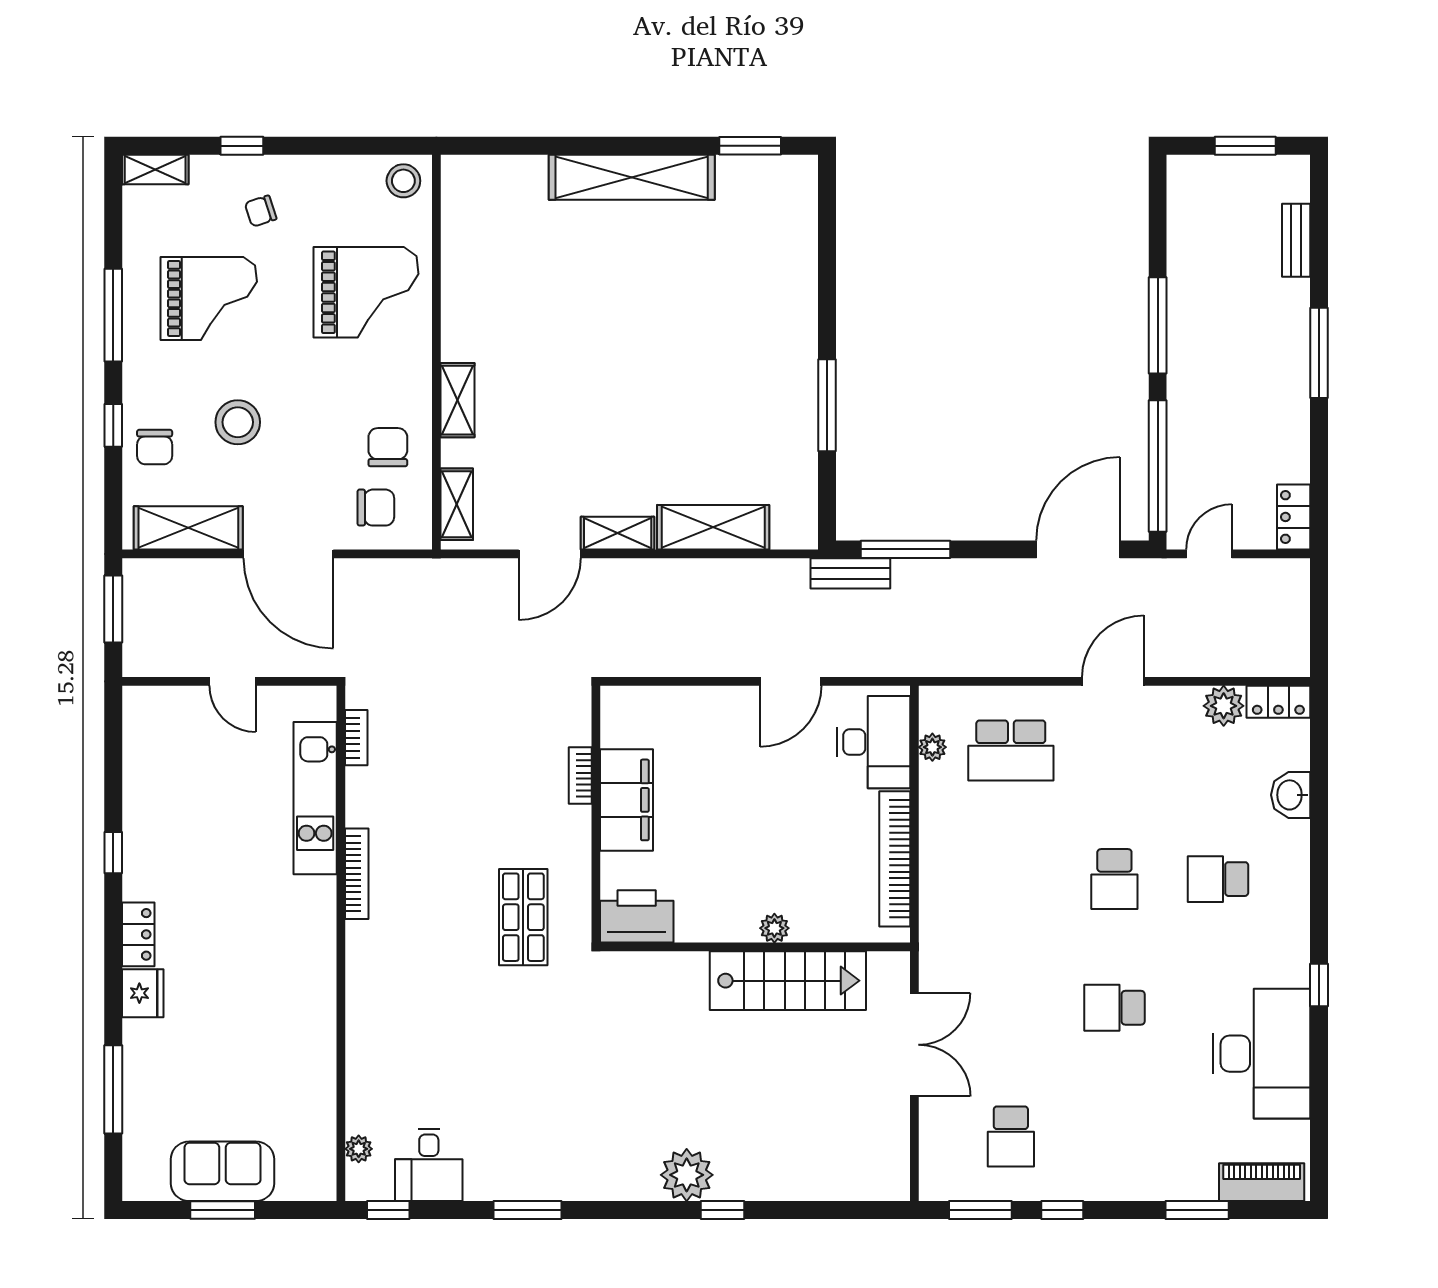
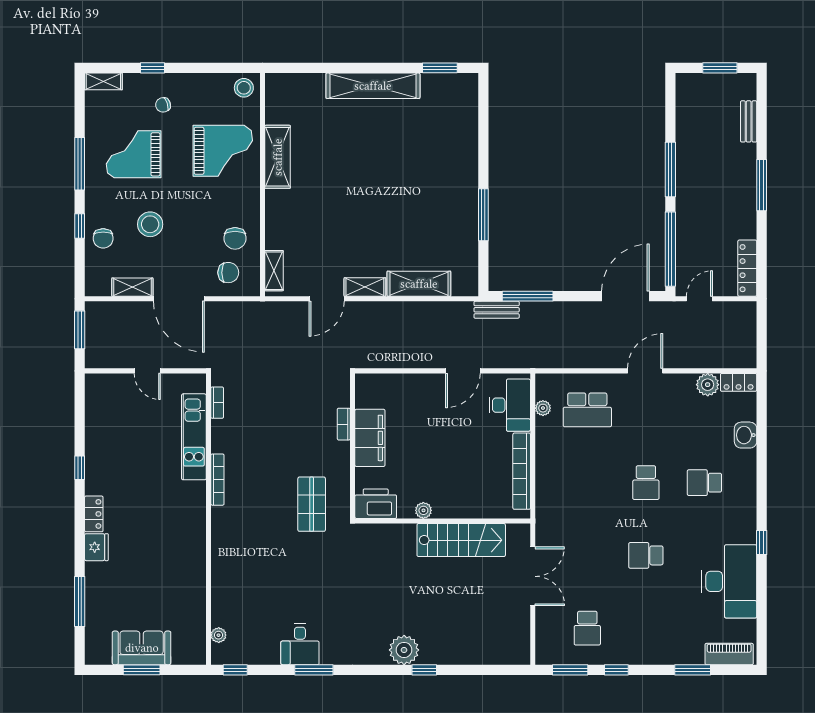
grand piano: (209, 298) -> (134, 154), turned 180
shelving: (457, 400) -> (278, 157), moved, width x1.50, depth x1.33
chair: (388, 447) -> (235, 238), turned 180
locker: (1294, 517) -> (747, 268), width x1.53
shelving: (188, 528) -> (132, 287), width x0.67, depth x0.75
plant: (774, 928) -> (423, 510), moved
desk: (429, 1165) -> (300, 644), moved

